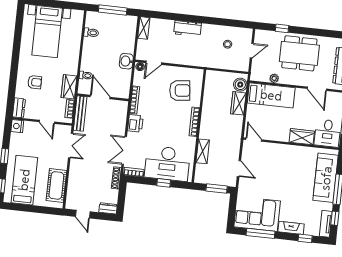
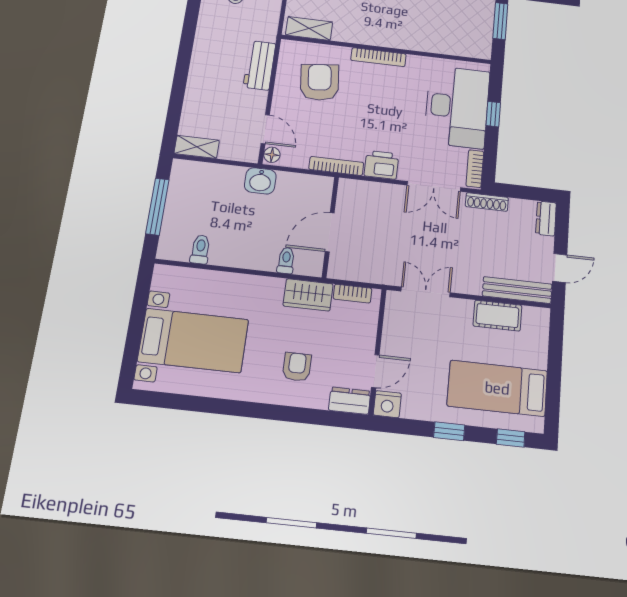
workbench: (187, 29) -> (260, 65), moved, turned 180
bench: (80, 114) -> (517, 290), moved
door: (47, 122) -> (375, 371), moved
shelving: (203, 151) -> (309, 29), moved
cot: (56, 185) -> (497, 316), width x0.73, depth x0.75

